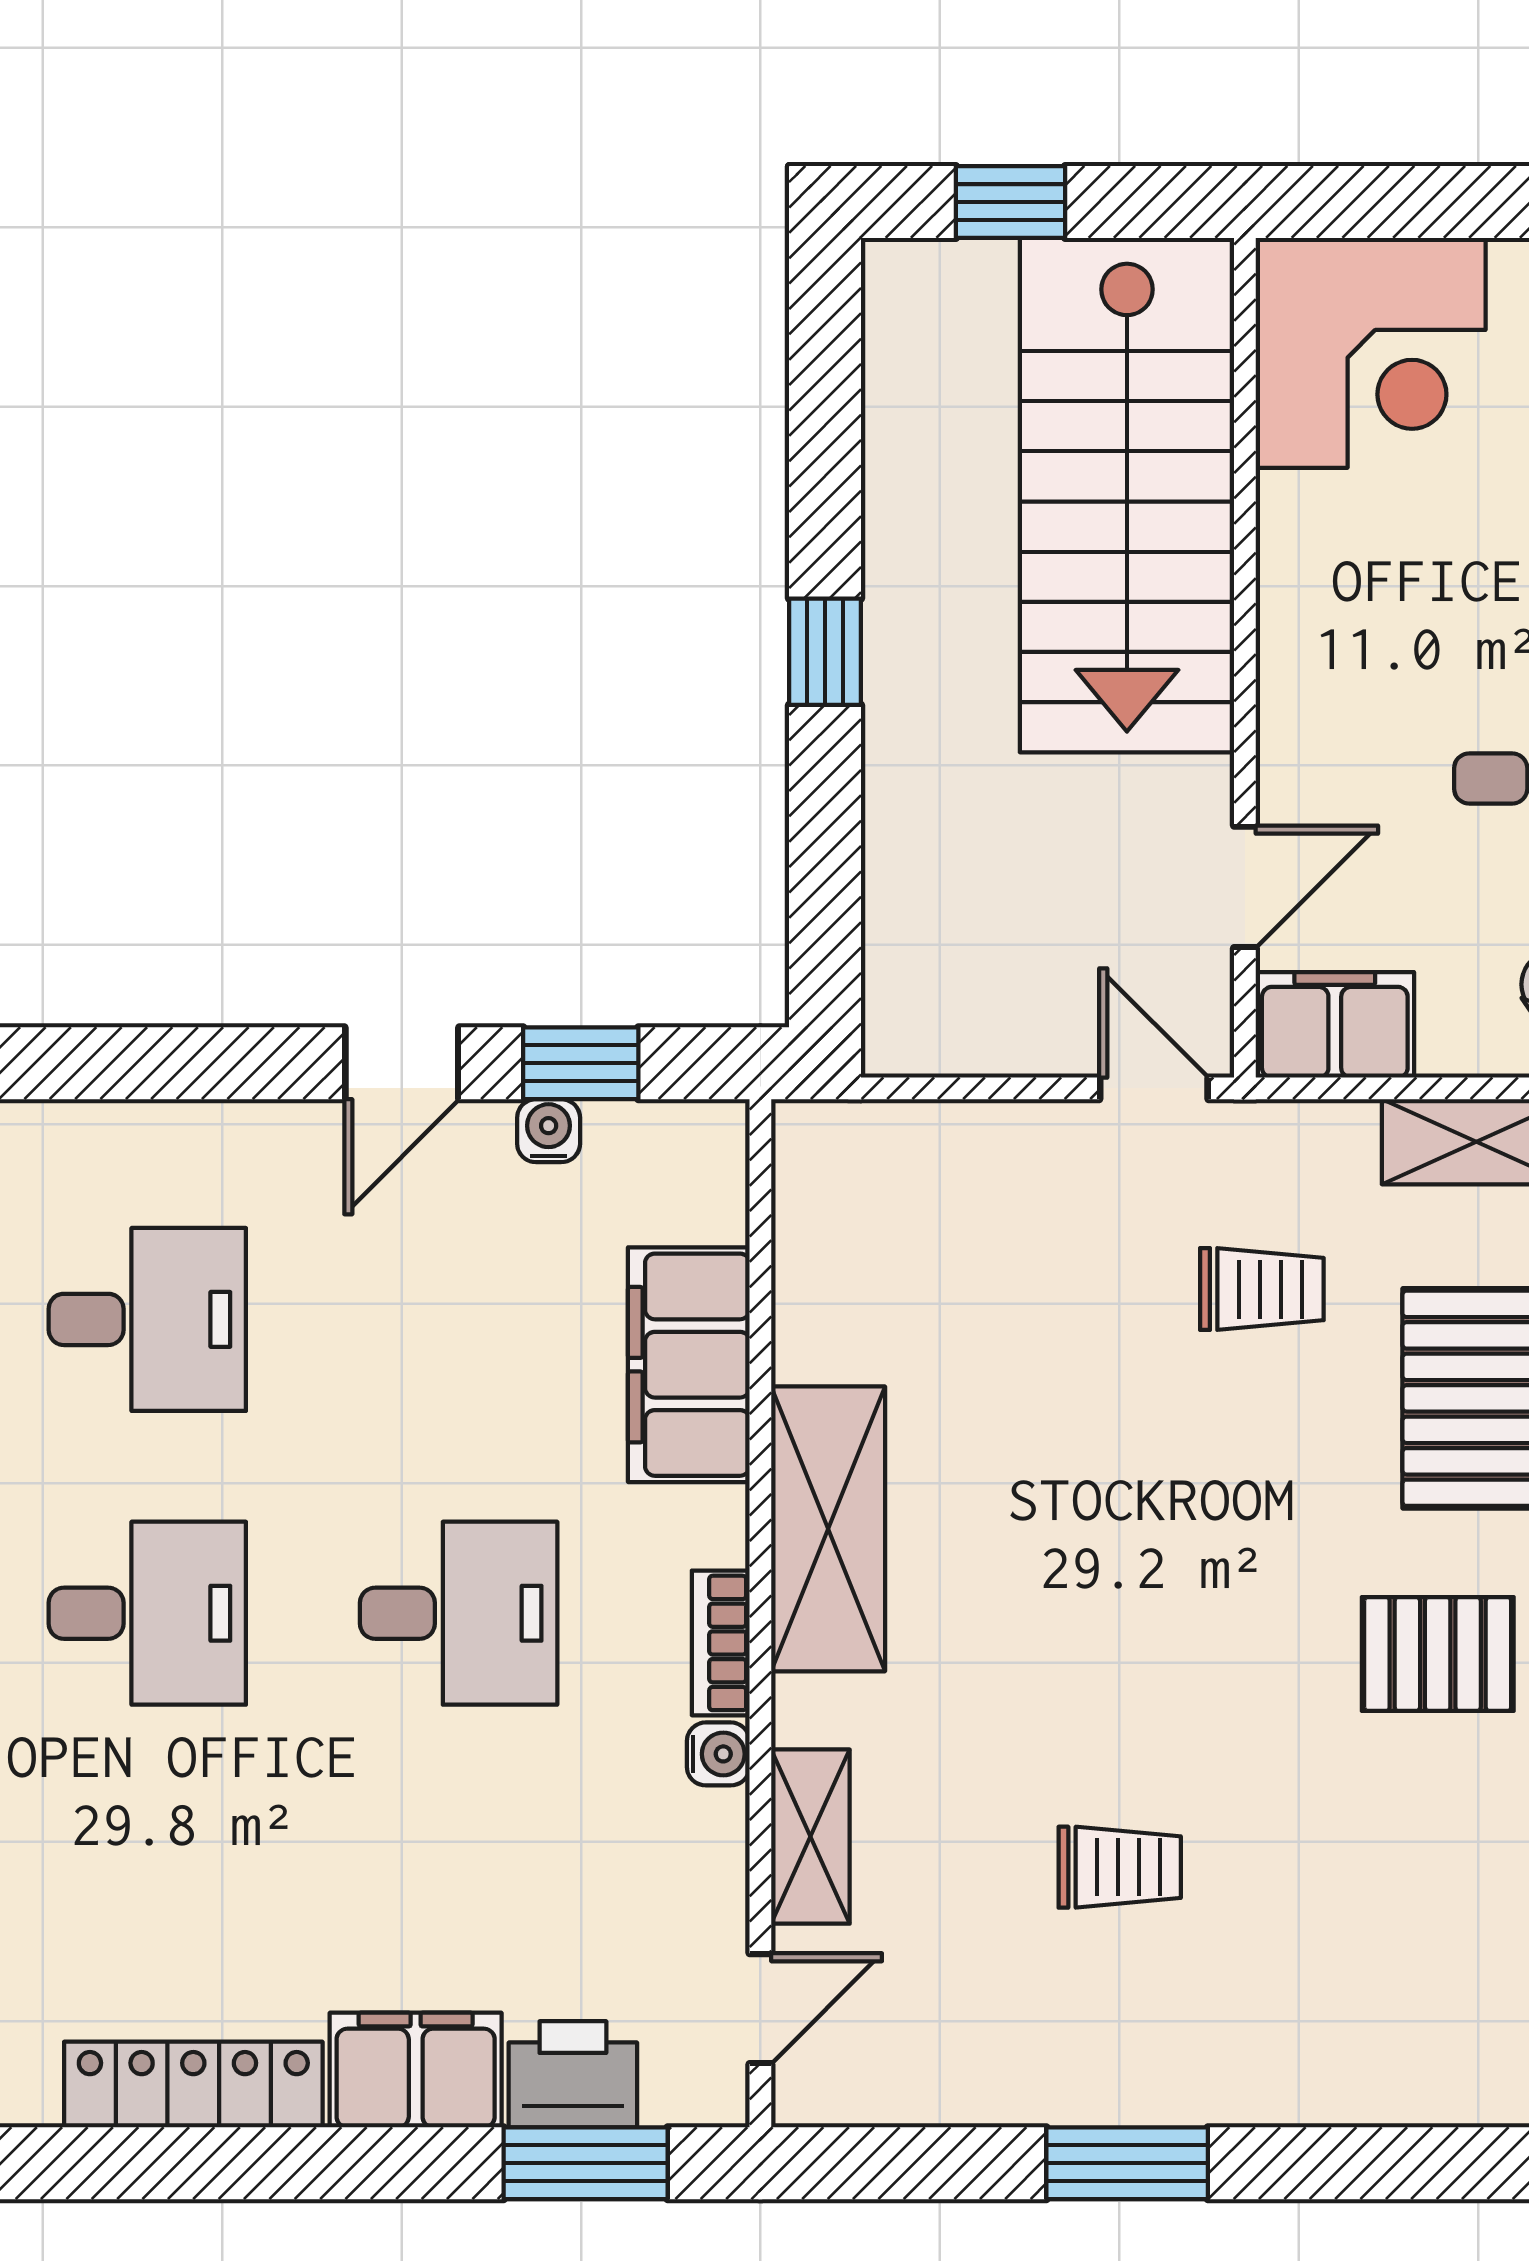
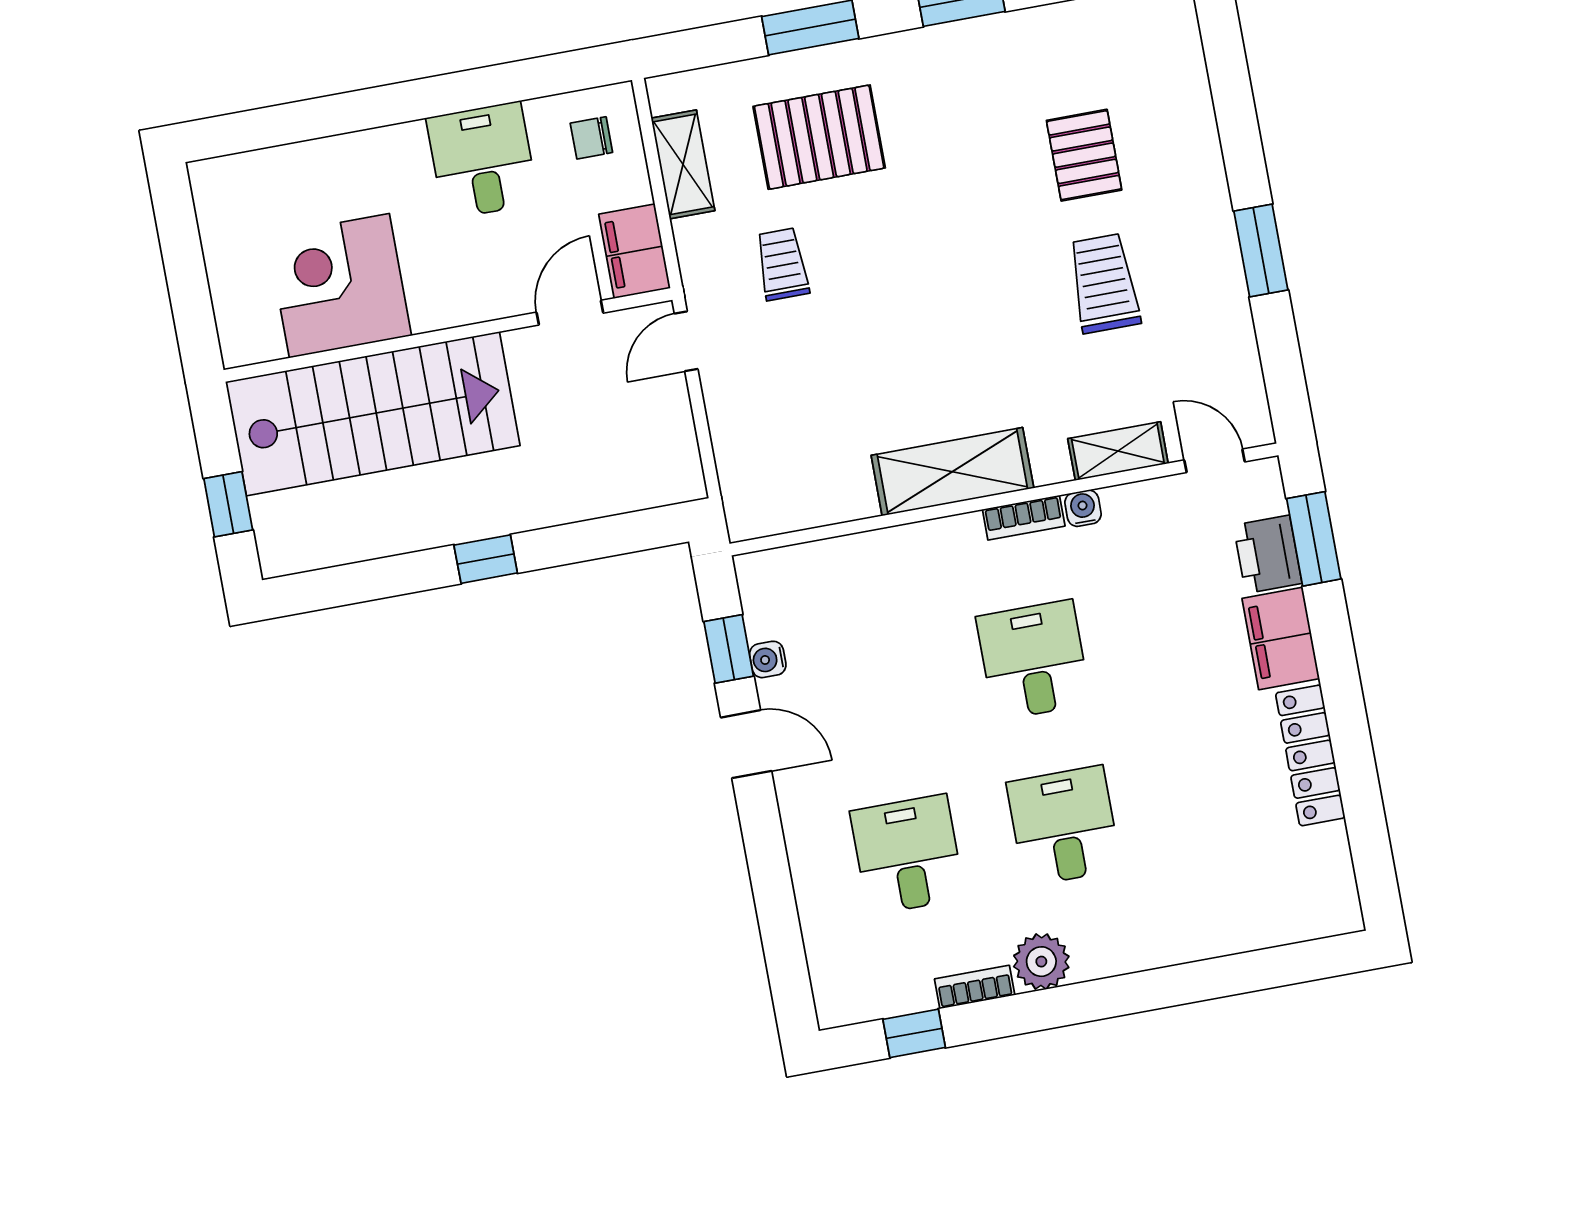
corner desk: (1371, 353) -> (339, 286), moved, turned -90
door: (1245, 887) -> (570, 313), hinge flipped
filing cabinet: (689, 1365) -> (879, 562), removed
pallet: (1438, 1654) -> (1084, 155), moved
trolley: (1120, 1867) -> (1104, 283), width x1.36, depth x1.39

